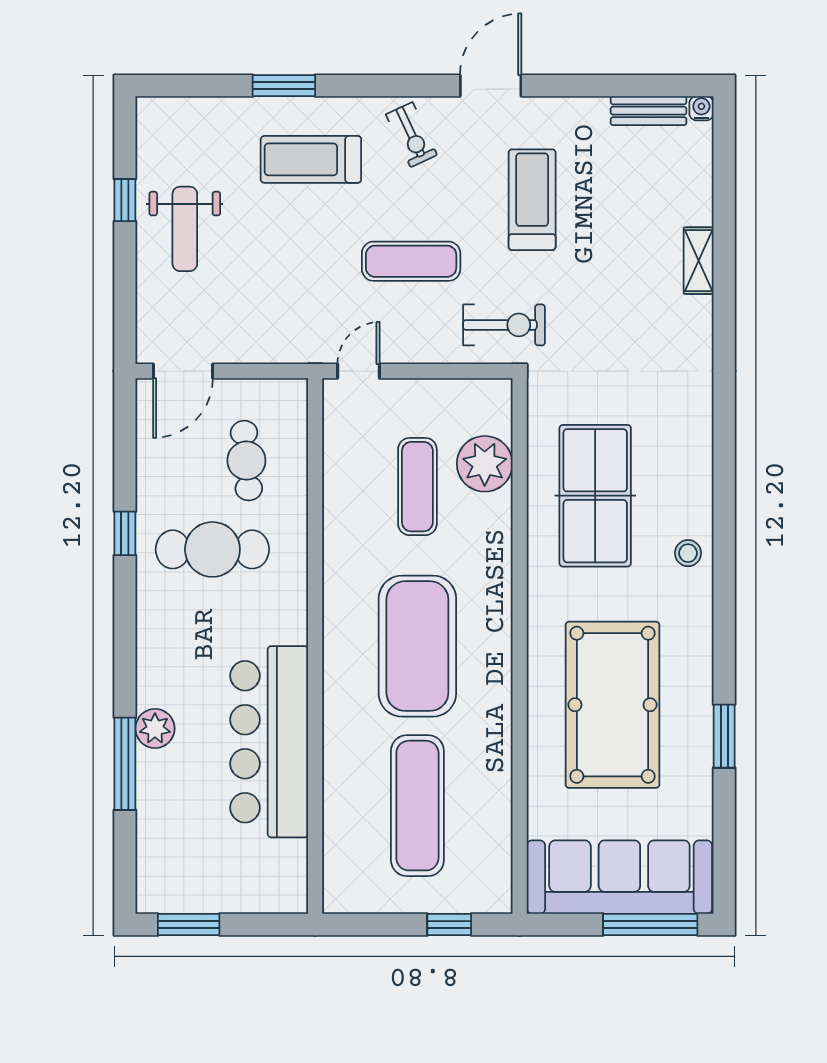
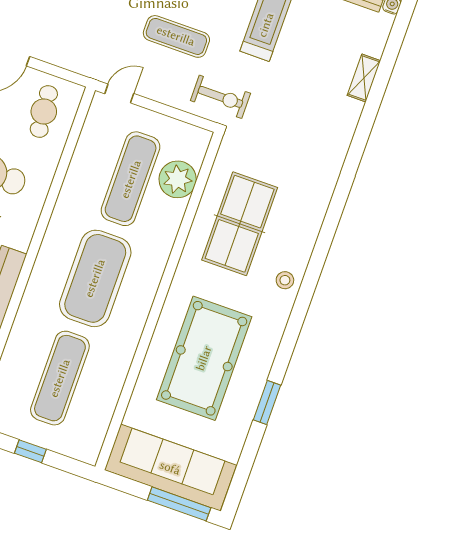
shelving: (699, 261) -> (364, 78), moved
cafe table: (246, 461) -> (44, 111), moved
exercise mat: (417, 487) -> (131, 179), width x1.36, depth x1.45
window: (449, 925) -> (30, 451), moved

